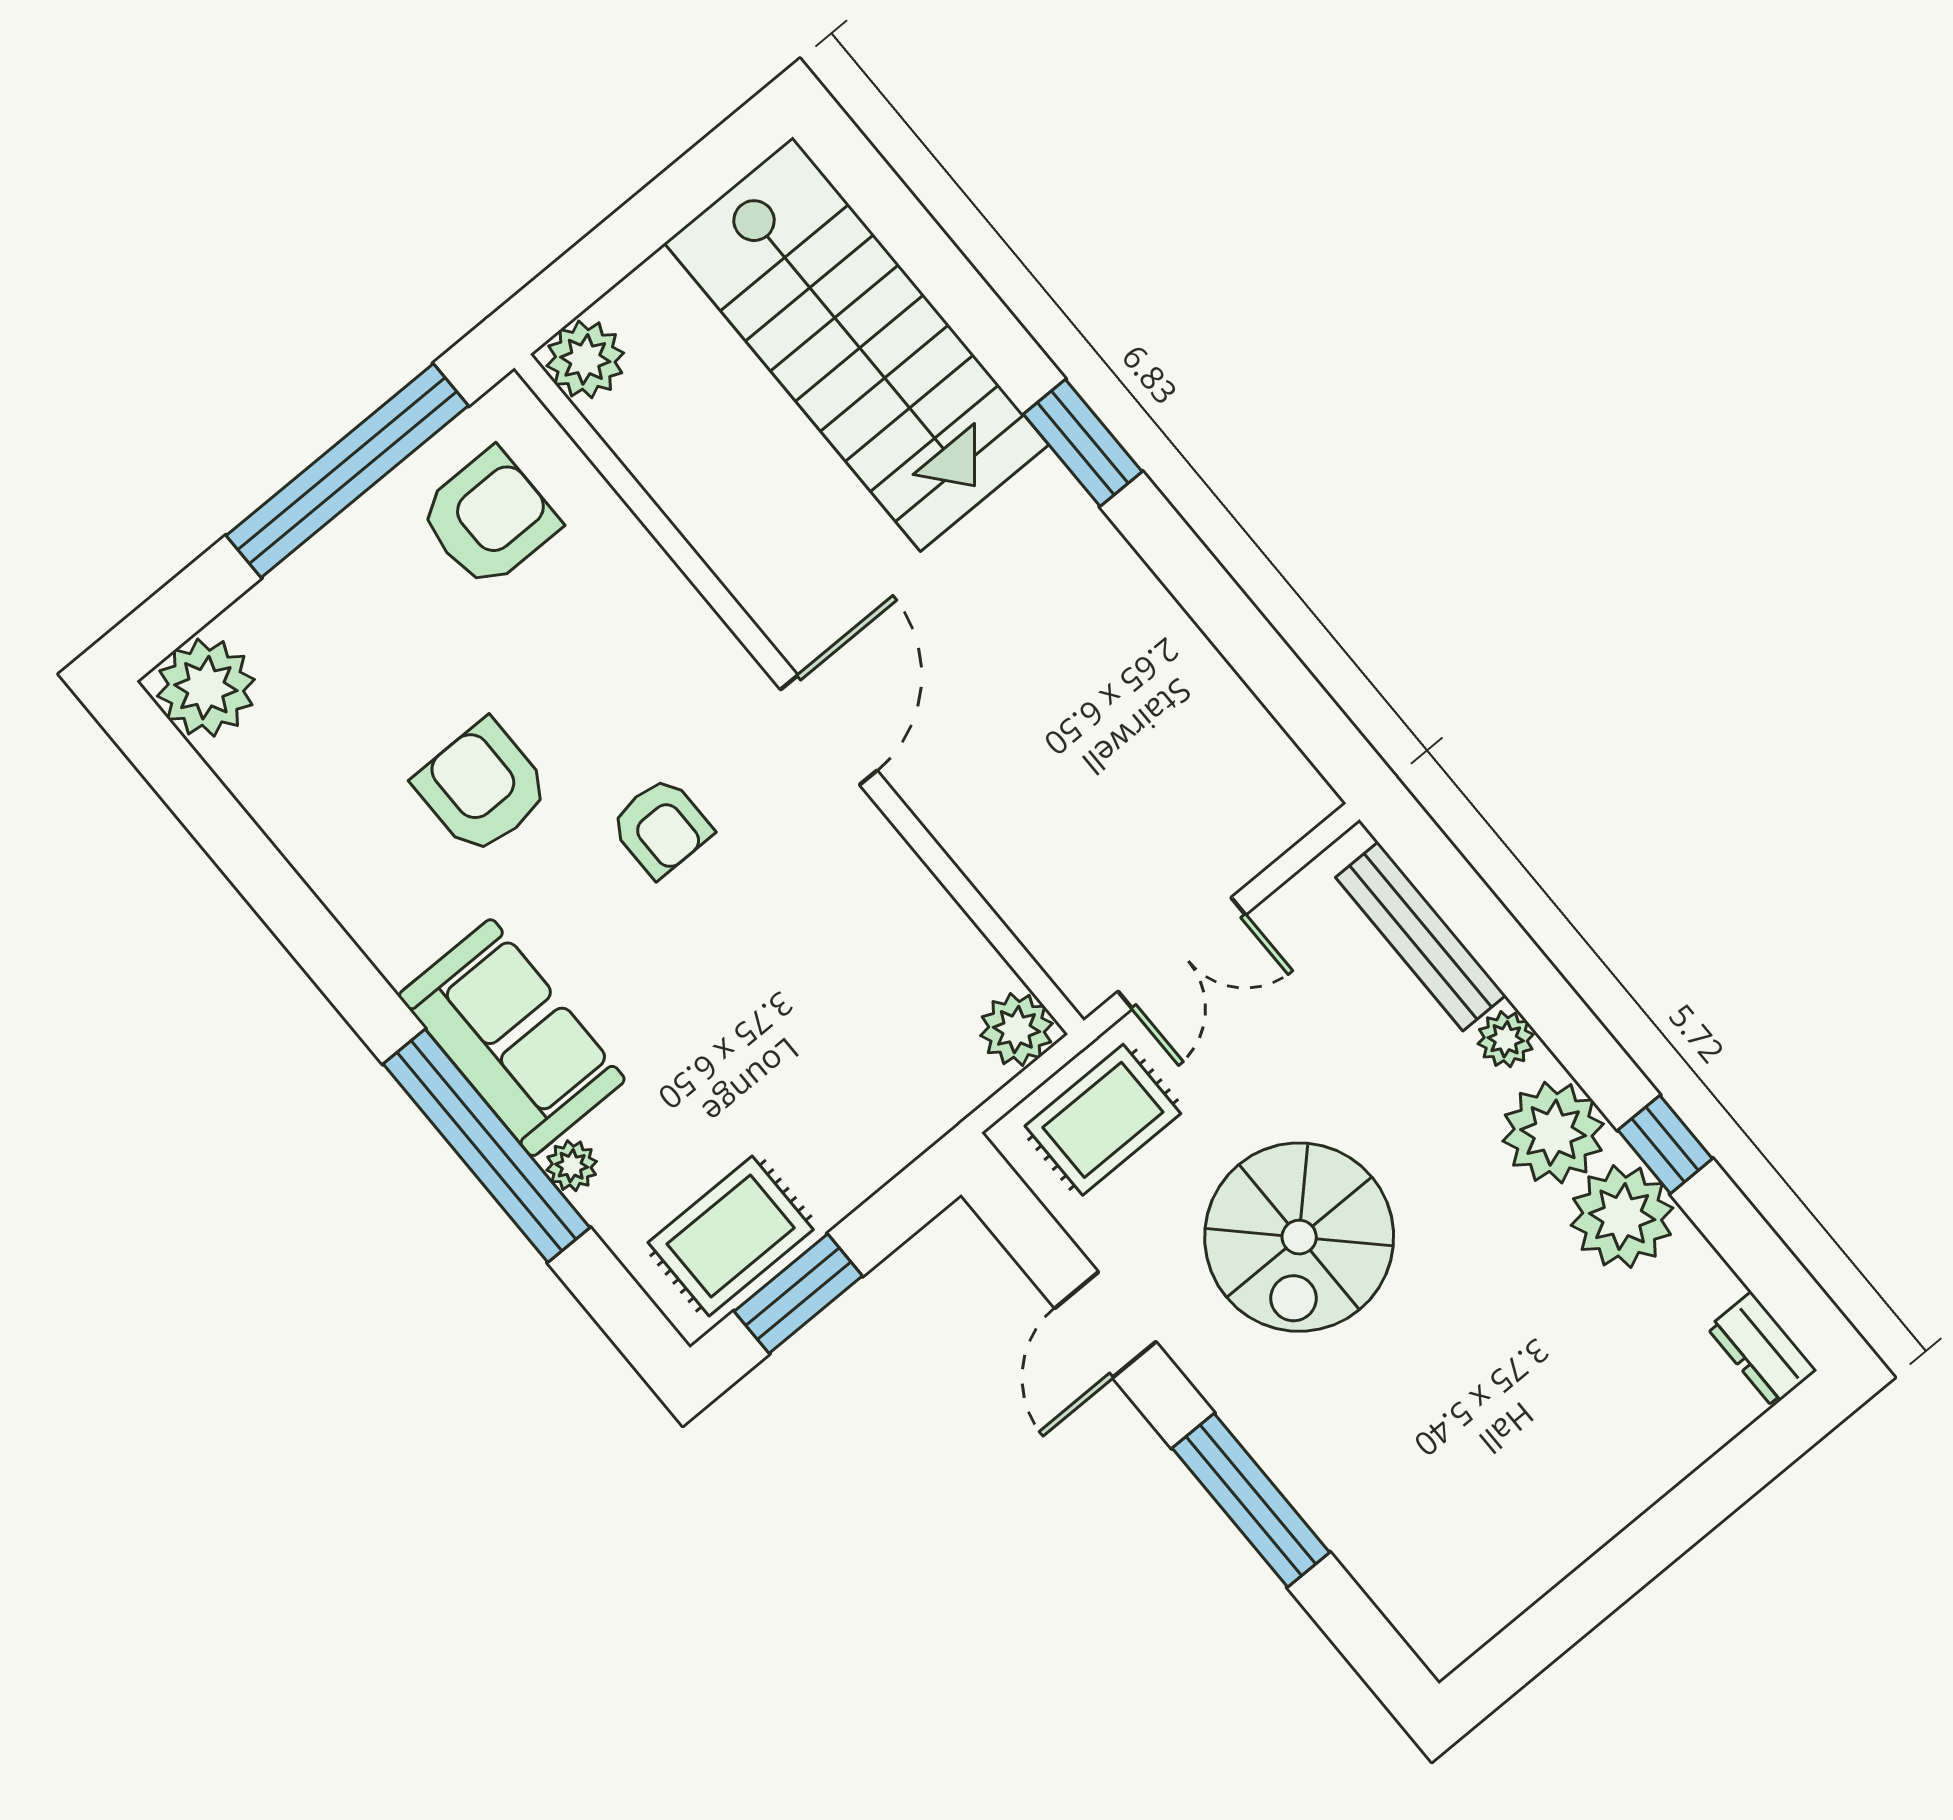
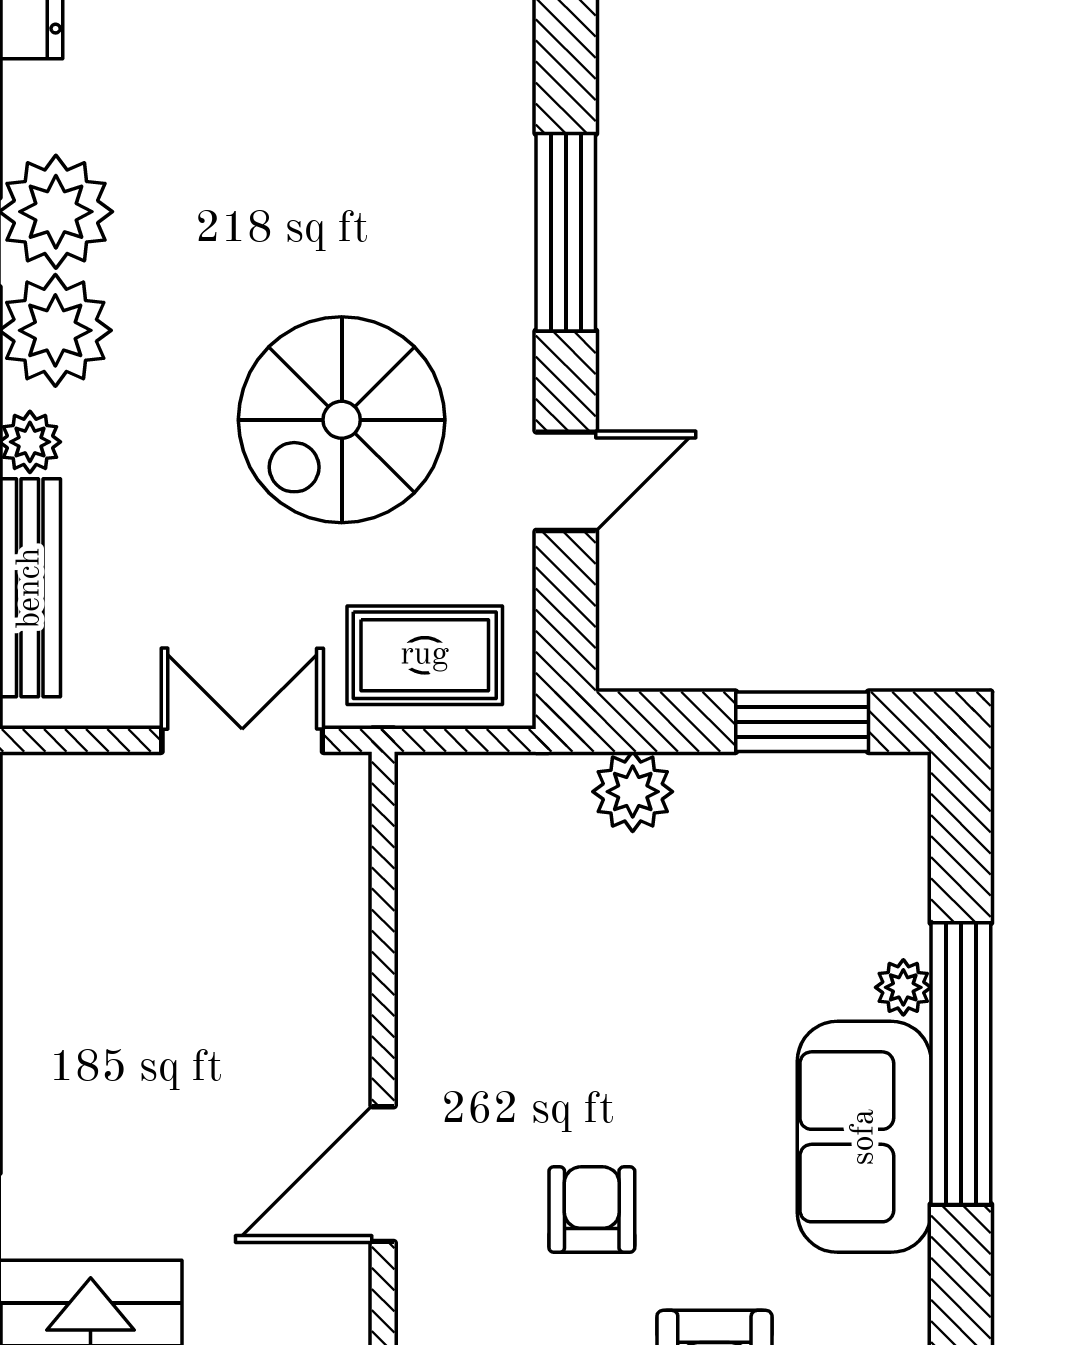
plant: (1016, 1029) -> (633, 792), moved
rug: (731, 1236) -> (819, 817), removed
spiral stairs: (1299, 1237) -> (342, 420), turned 180

